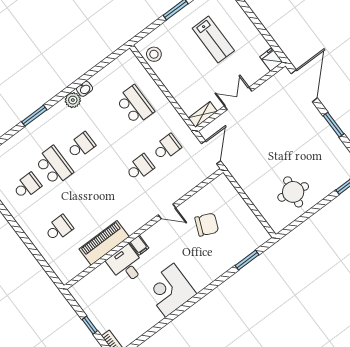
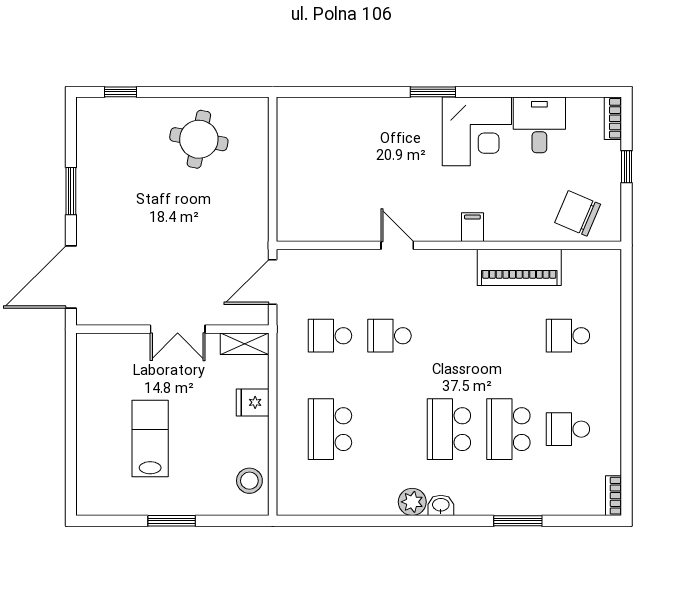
fridge: (271, 59) -> (253, 402), moved, turned 90
washbasin: (85, 89) -> (441, 505), moved
window: (34, 116) -> (518, 521), moved
school desk: (81, 146) -> (449, 429), width x1.85
chair: (207, 225) -> (578, 213), moved
window: (247, 260) -> (433, 92), moved
desk: (126, 265) -> (539, 125), moved, turned 180

